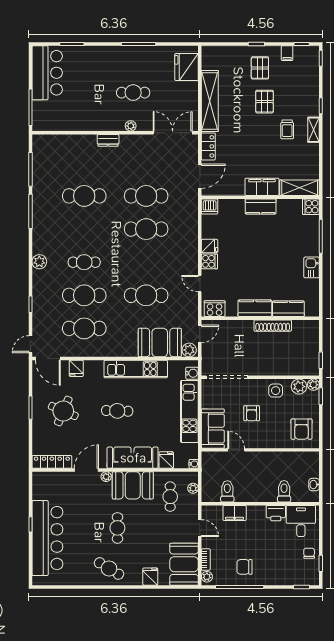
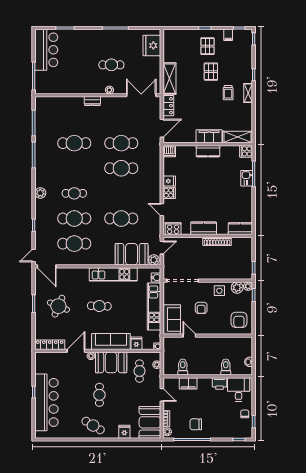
shelving: (210, 101) -> (169, 79), width x0.68
kitchen sink: (312, 267) -> (247, 178), moved
kitchen counter: (288, 309) -> (240, 229), moved
fridge: (76, 368) -> (68, 274), removed

